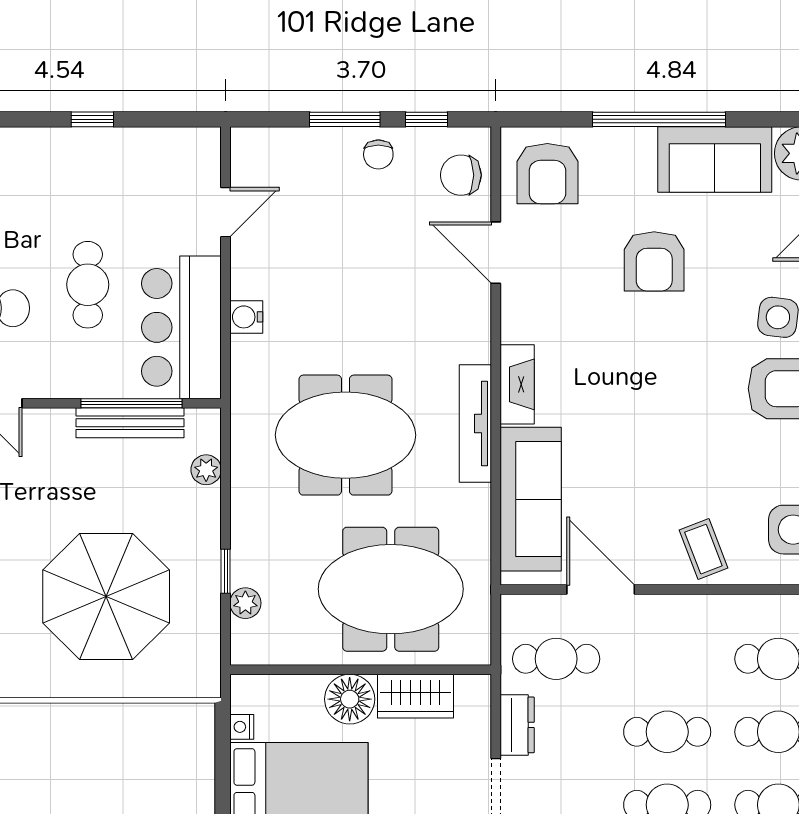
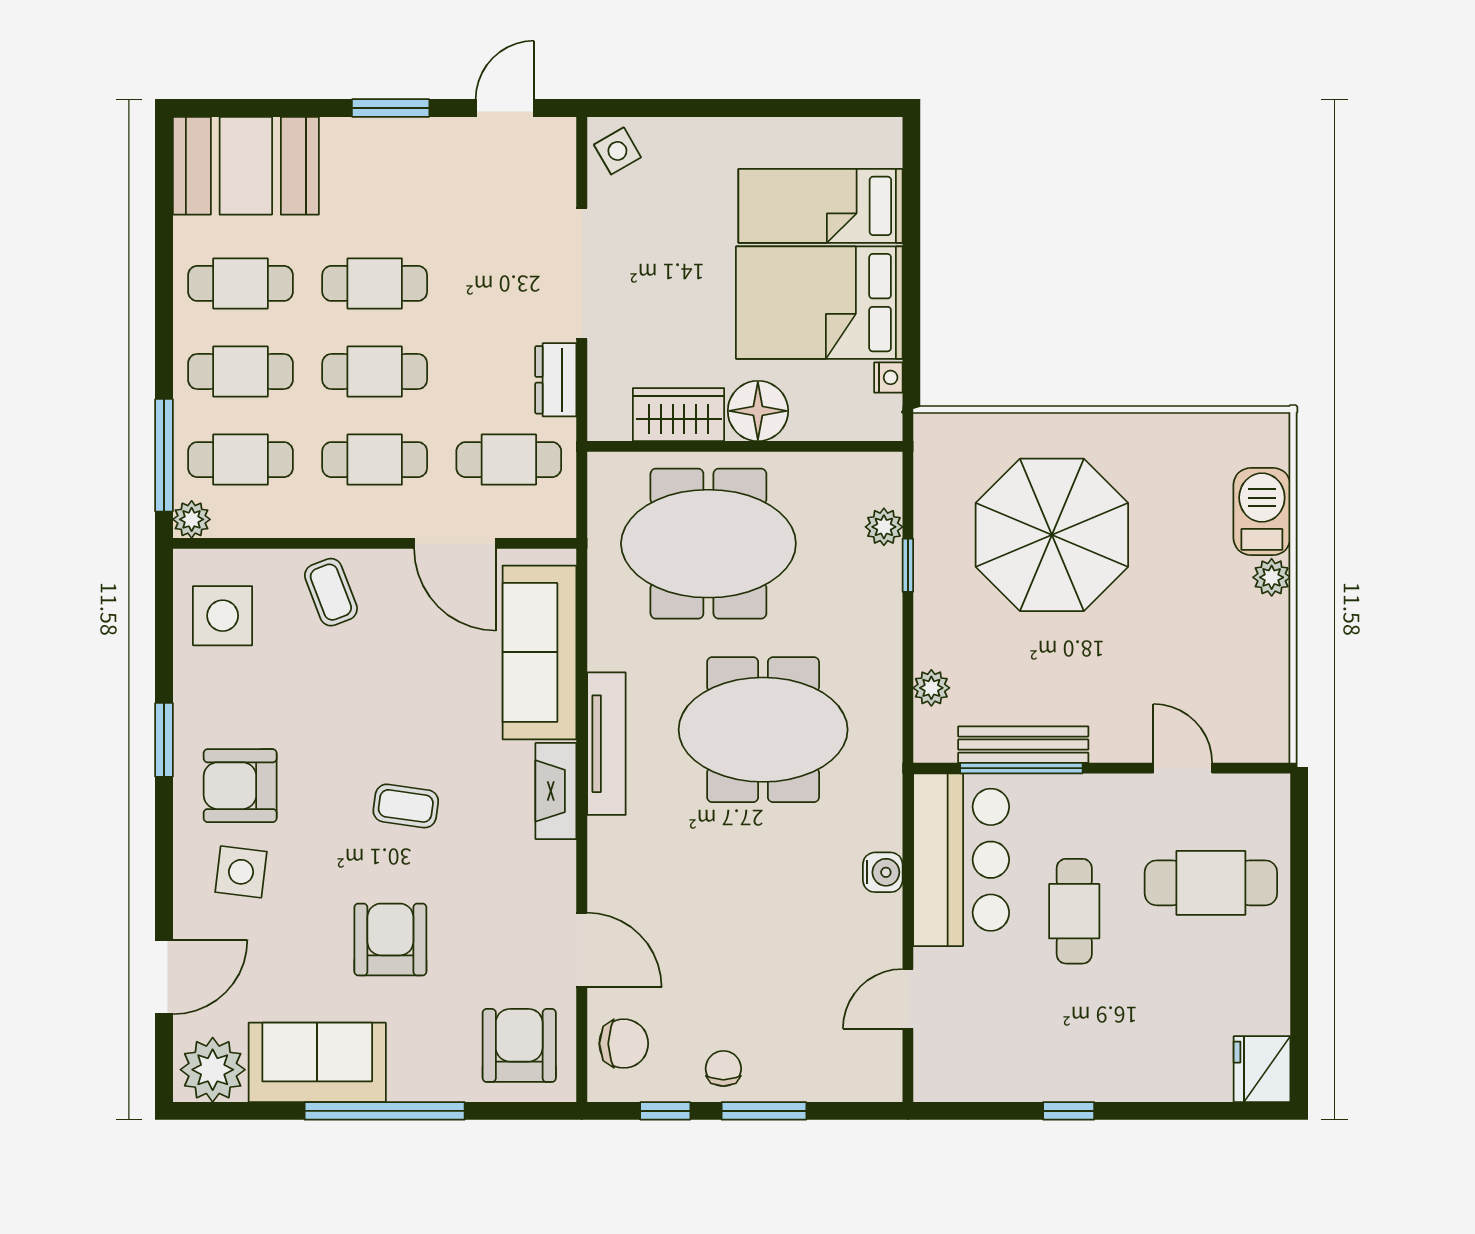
coffee table: (641, 372) -> (406, 806), added
cafe table: (667, 659) -> (375, 460), added

